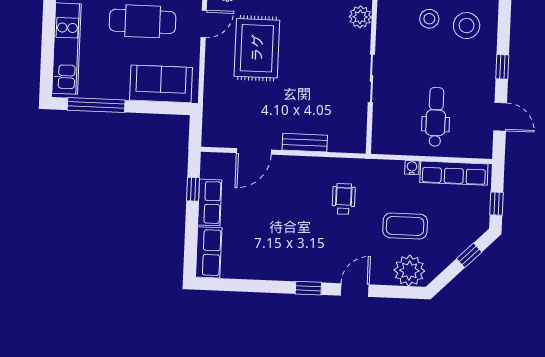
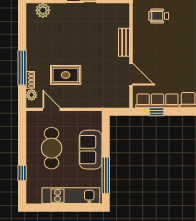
rug: (257, 48) -> (66, 75), width x0.73, depth x0.70
sofa: (161, 84) -> (91, 150), moved
row of seats: (210, 202) -> (157, 101), width x1.48

